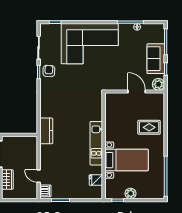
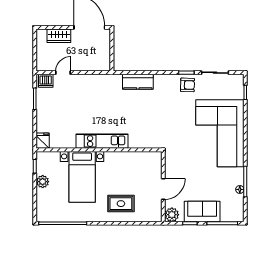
rug: (149, 127) -> (121, 204), turned 90
kitchen counter: (46, 131) -> (138, 82), moved
fridge: (96, 180) -> (43, 141), moved

